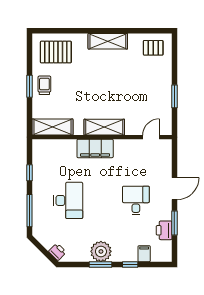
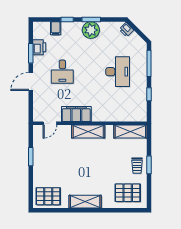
pallet: (153, 48) -> (48, 196), width x1.50, depth x1.42
filing cabinet: (95, 148) -> (76, 114), moved
desk: (68, 200) -> (118, 72), turned 180

